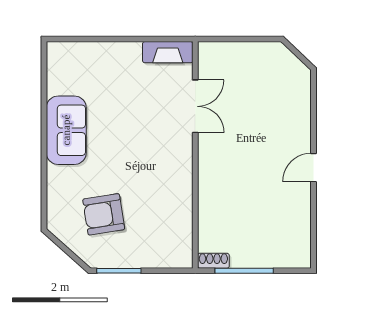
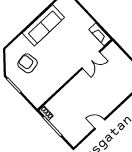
sofa: (66, 130) -> (43, 25), width x1.36
door: (313, 168) -> (100, 124), moved

